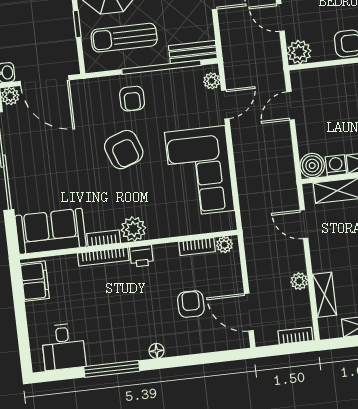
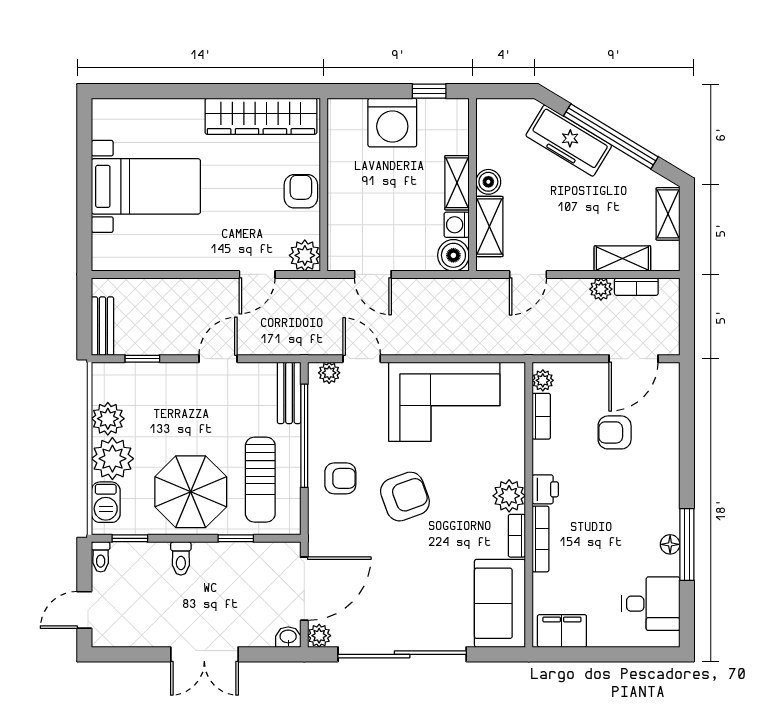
bookcase: (295, 336) -> (636, 287), moved, turned -90
floor lamp: (156, 351) -> (670, 544), moved

